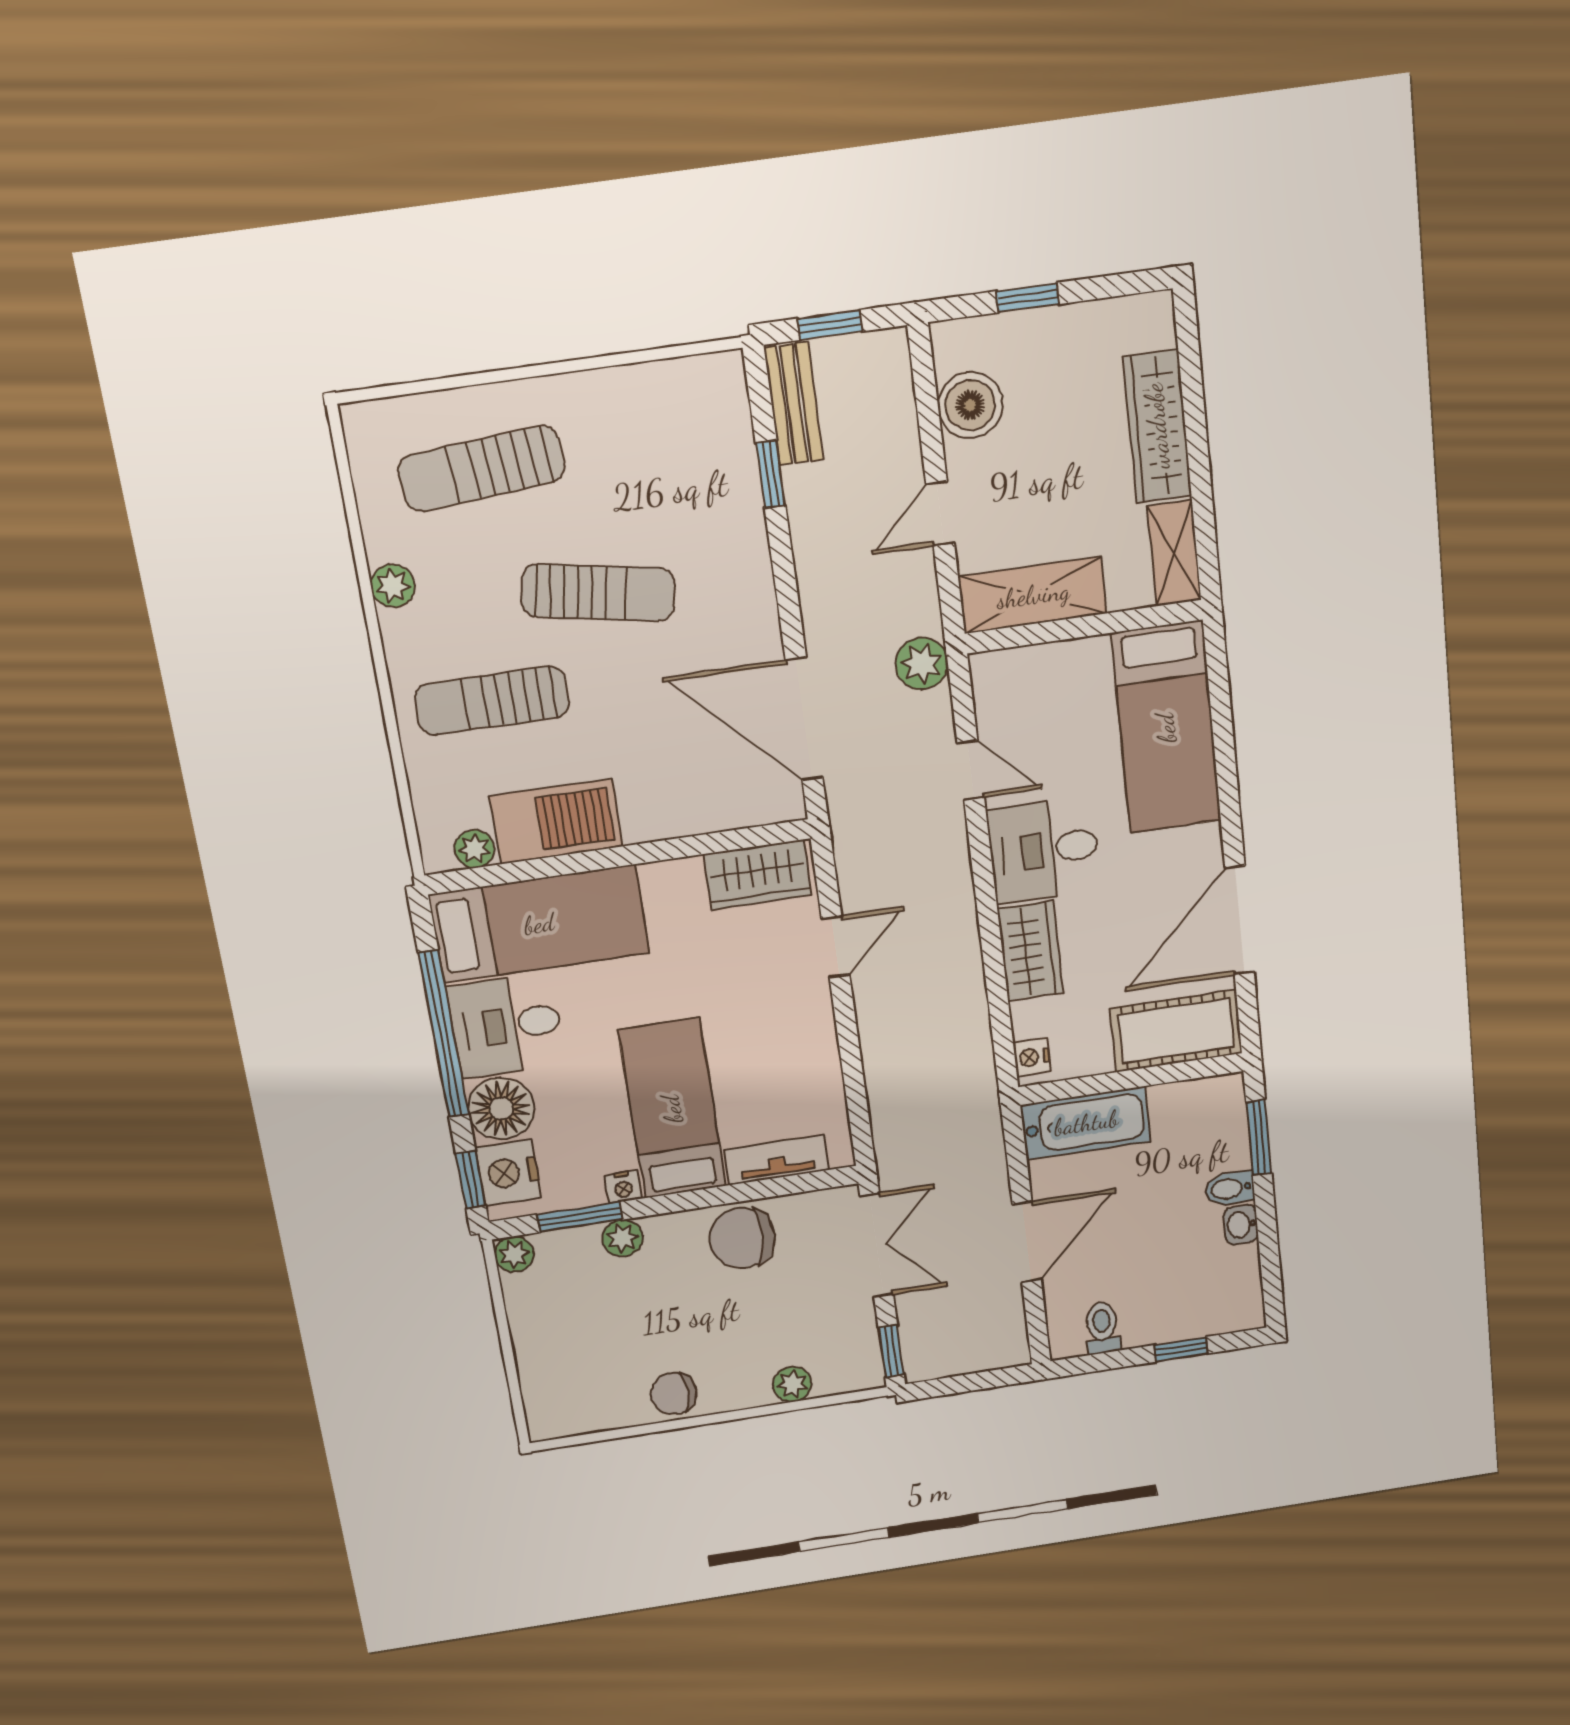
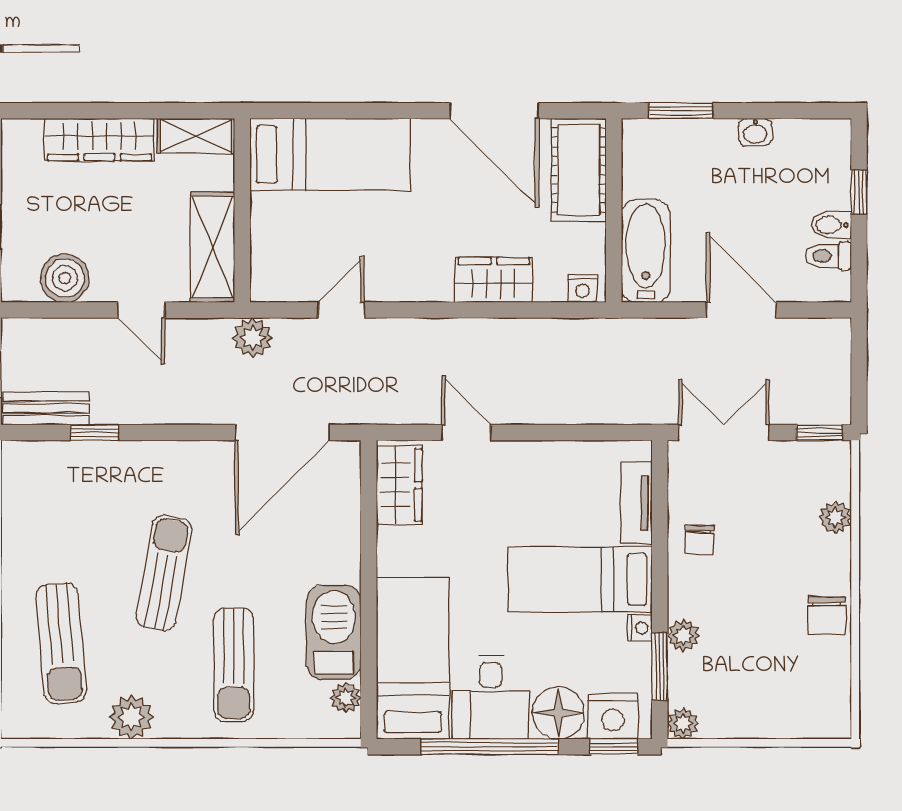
plant: (393, 586) -> (131, 717), width x1.38, depth x1.38
desk: (1044, 850) -> (413, 260), removed
bidet: (1230, 1188) -> (831, 225), moved, turned 90
chair: (742, 1238) -> (699, 540), width x0.54, depth x0.54

